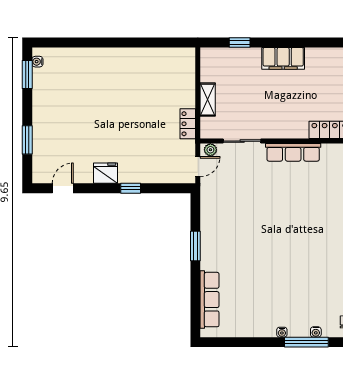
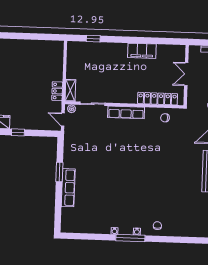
filing cabinet: (283, 58) -> (142, 51), moved
shelving: (208, 100) -> (70, 90), moved
door: (198, 167) -> (63, 120), swing flipped
row of seats: (210, 300) -> (68, 188), moved

